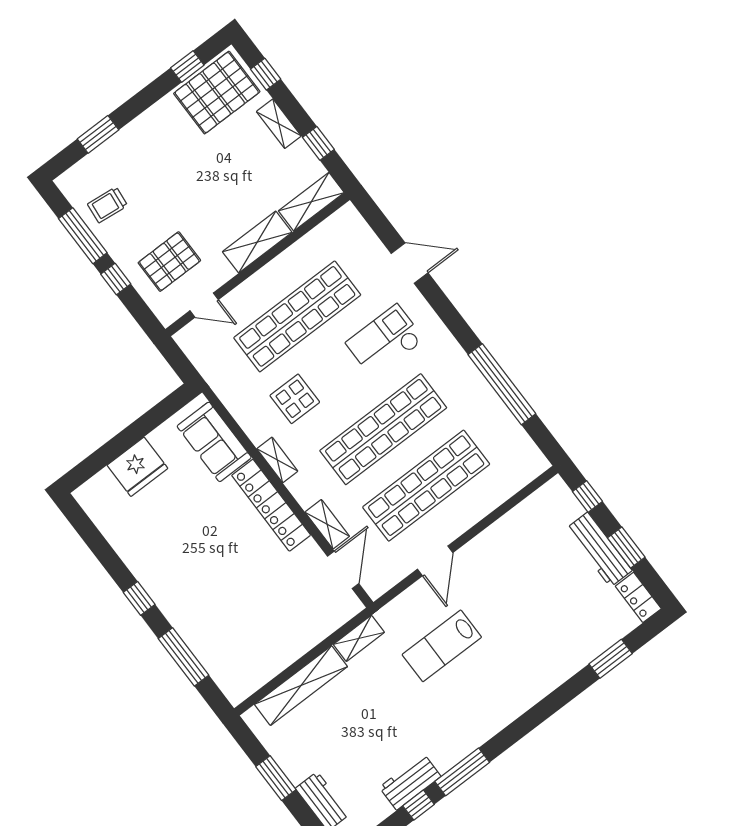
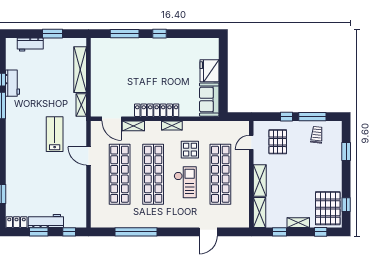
checkout: (385, 341) -> (185, 182), moved
sofa: (214, 442) -> (209, 100), moved, turned -90

